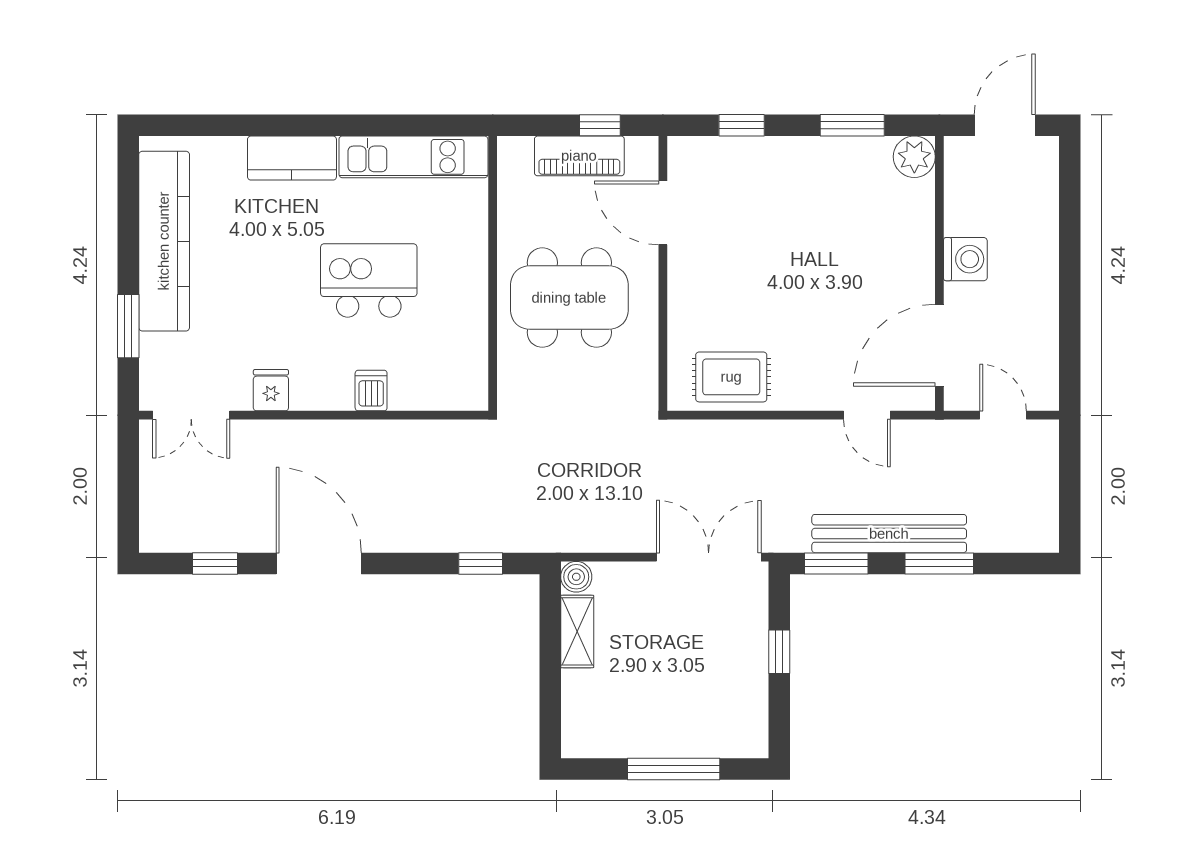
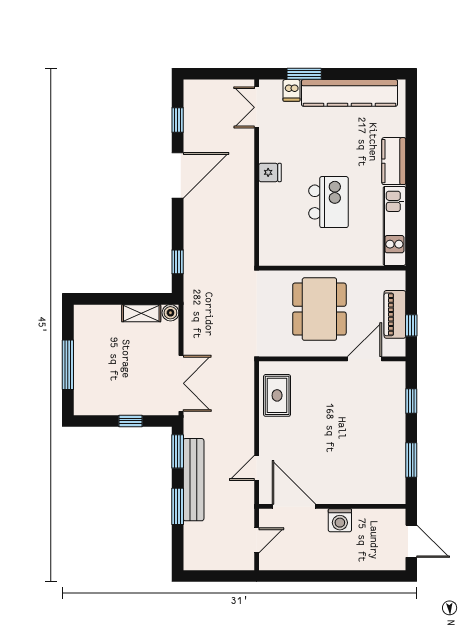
plant: (914, 157) -> (394, 493), removed
fridge: (271, 390) -> (270, 172), moved
dishwasher: (371, 391) -> (292, 90), moved, turned 90

